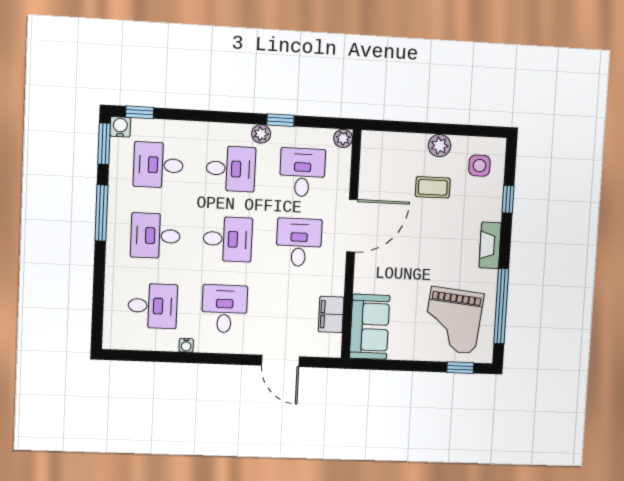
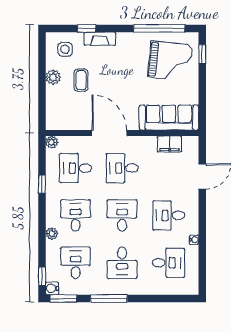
plant: (261, 134) -> (52, 234), moved
desk: (158, 165) -> (76, 263), turned 180
fireplace: (490, 245) -> (100, 39), moved
desk: (153, 306) -> (169, 263), turned 90
sofa: (370, 327) -> (169, 118), width x1.36

